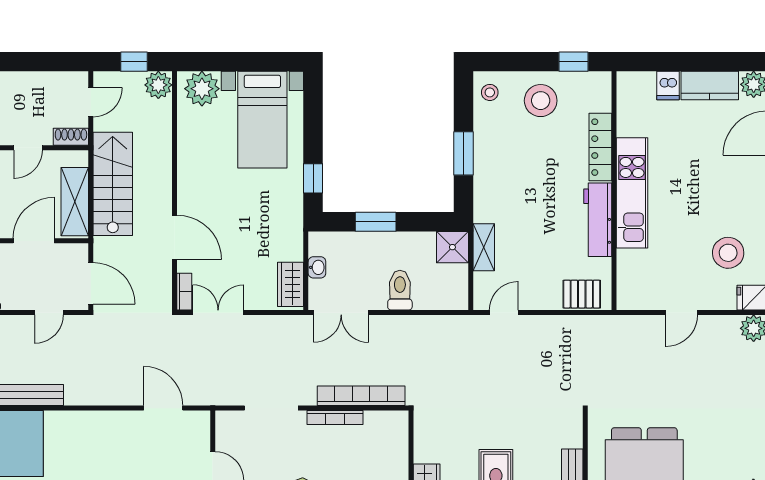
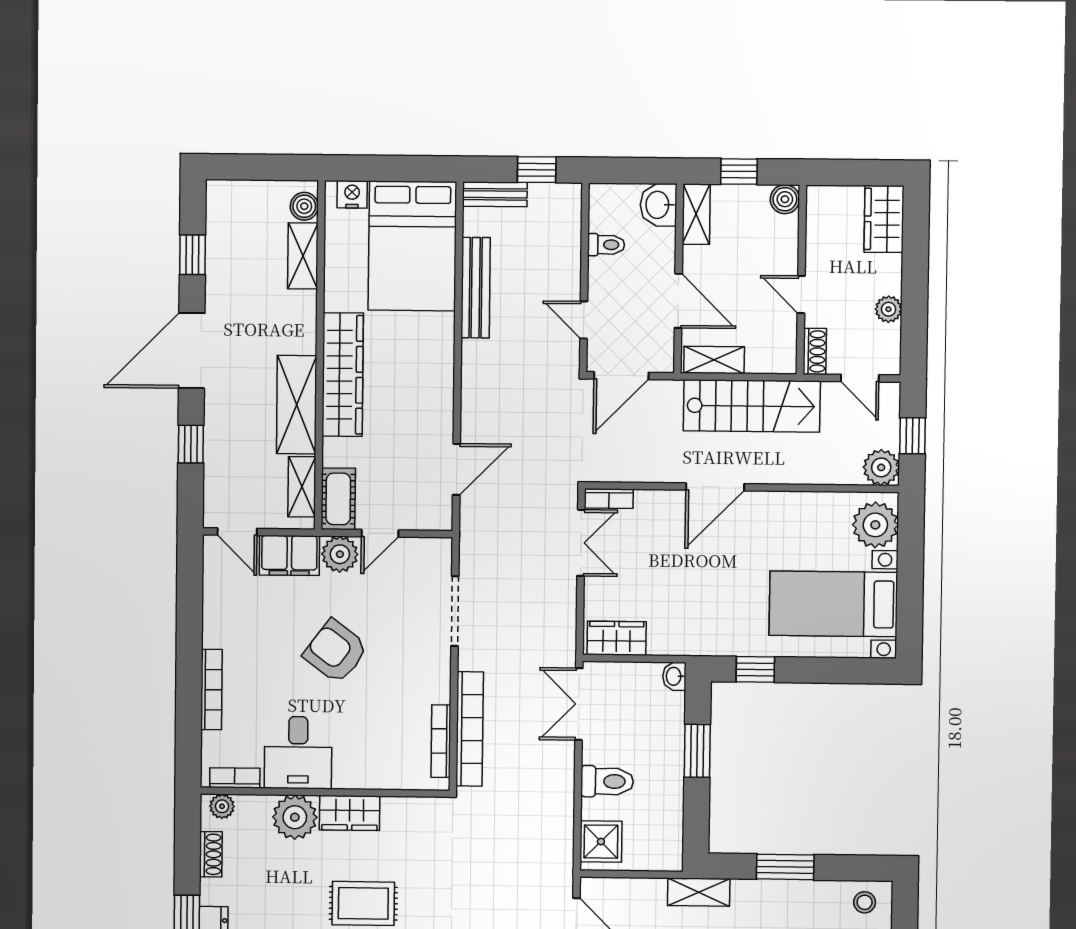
plant: (38, 81) -> (889, 309), added
shelving: (75, 202) -> (714, 360), width x0.67, depth x0.75
door: (174, 237) -> (715, 487), moved
shower: (452, 247) -> (601, 842), moved
shelving: (484, 247) -> (699, 892), moved
washbasin: (317, 267) -> (674, 676), moved, turned 90
bookcase: (335, 418) -> (441, 741), moved

